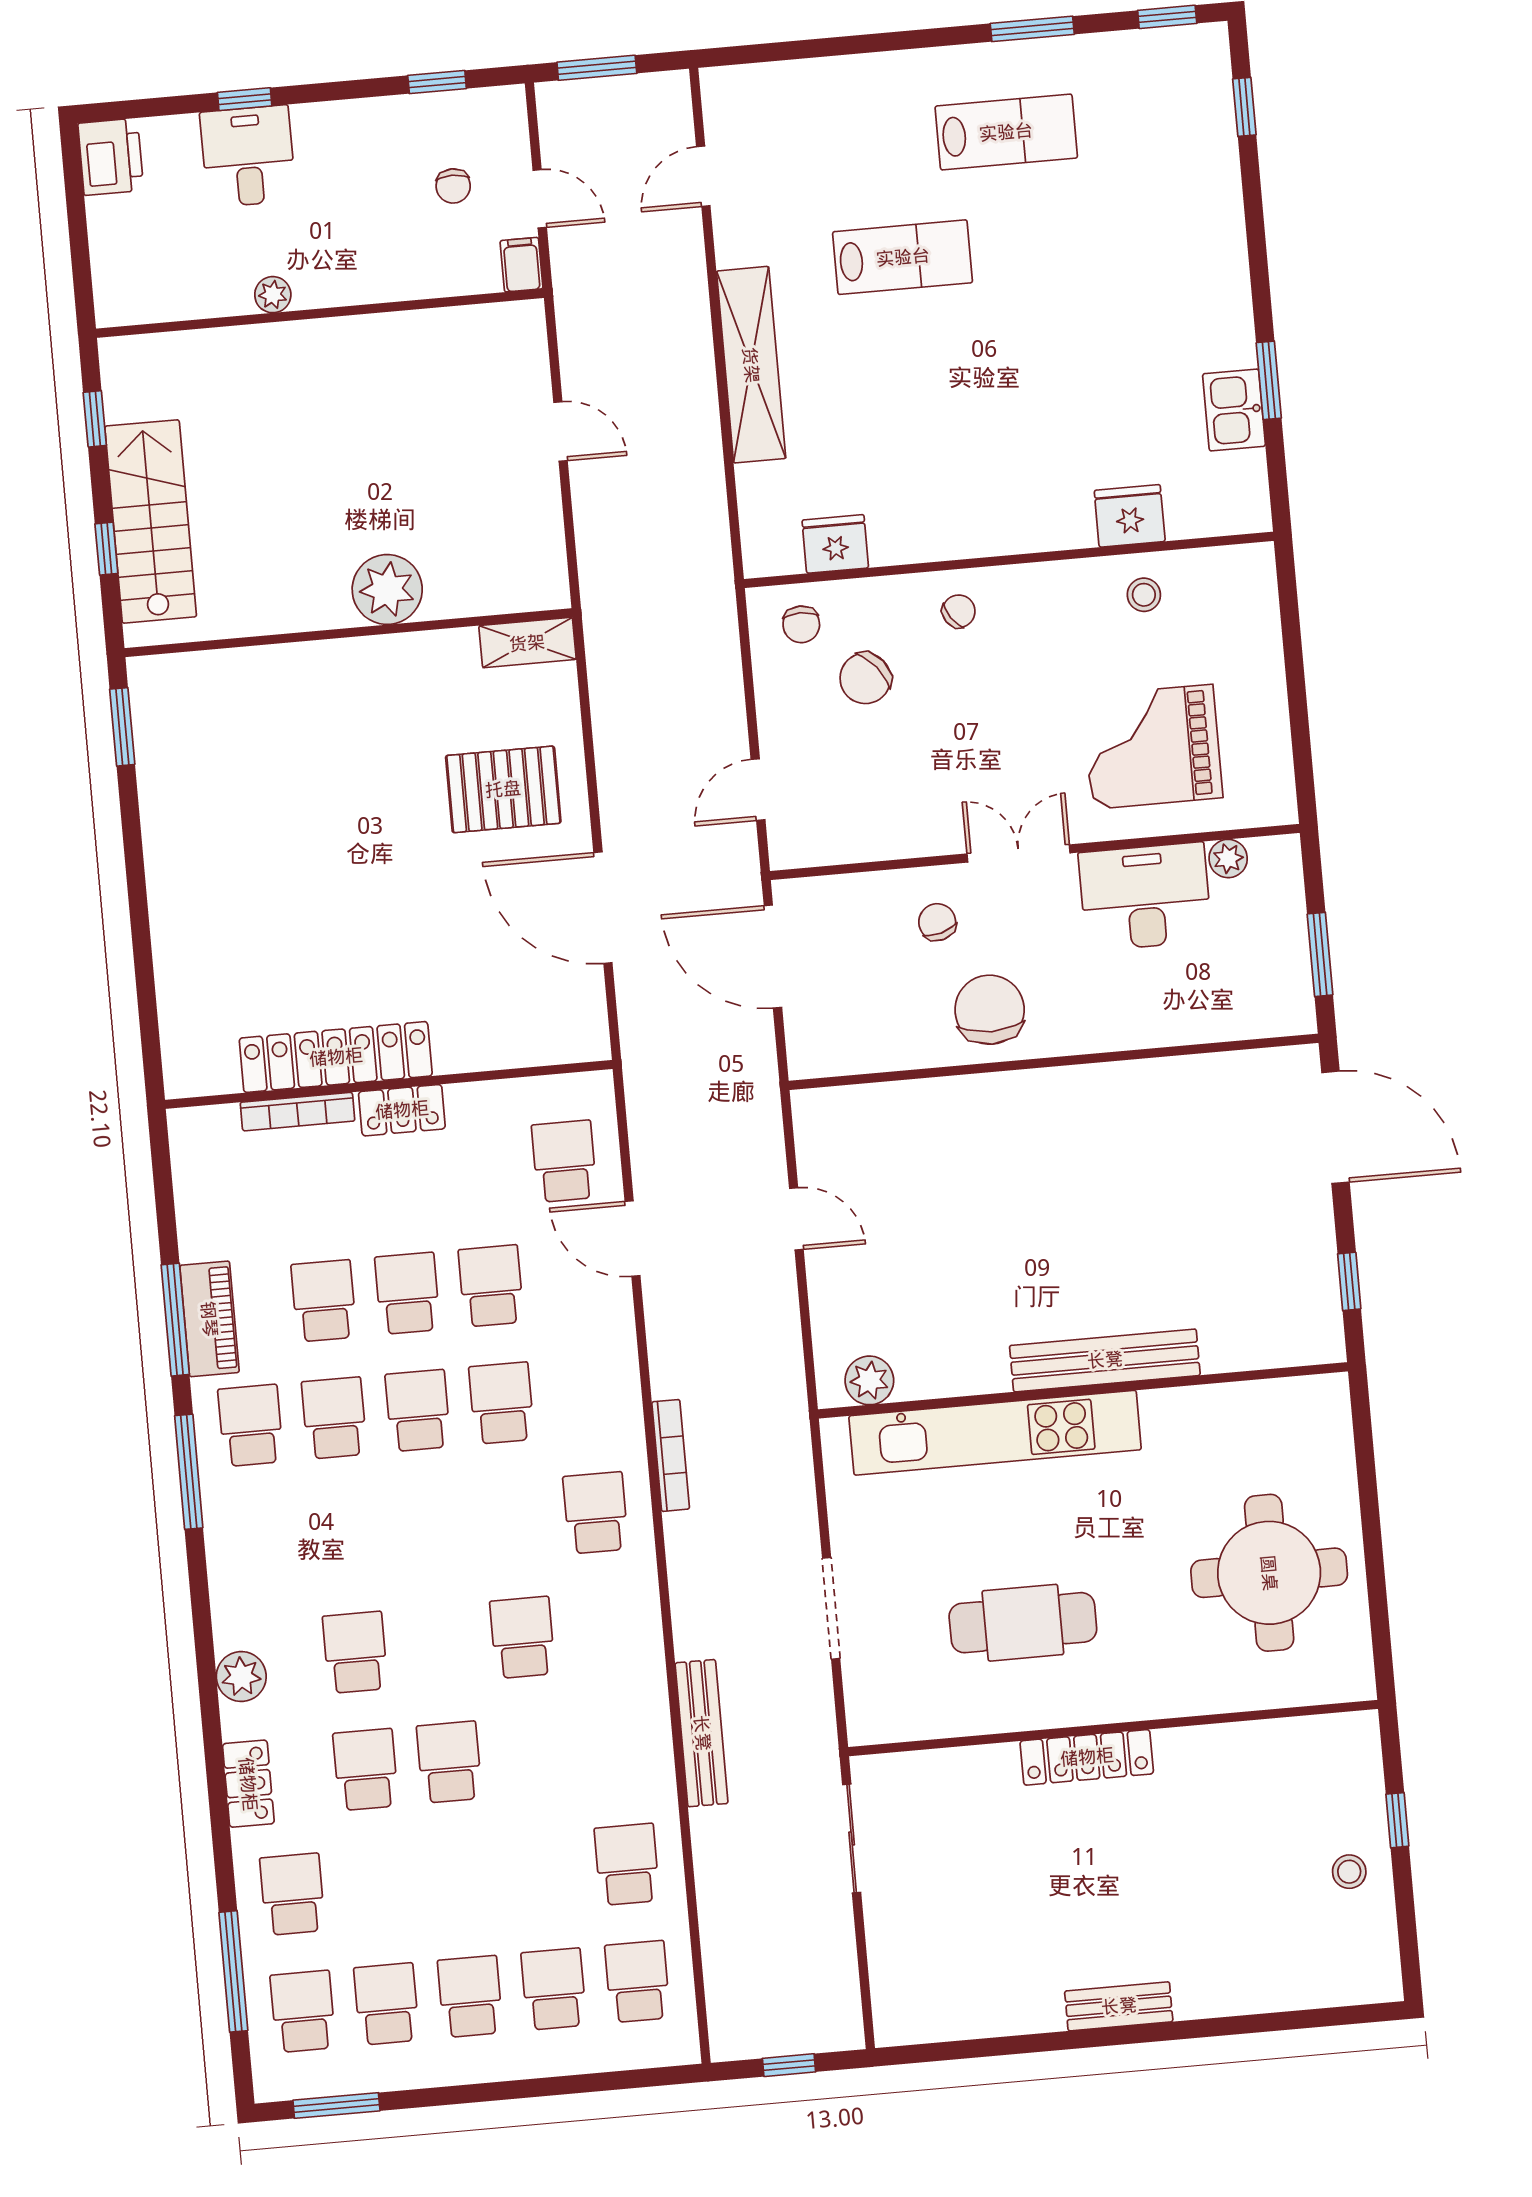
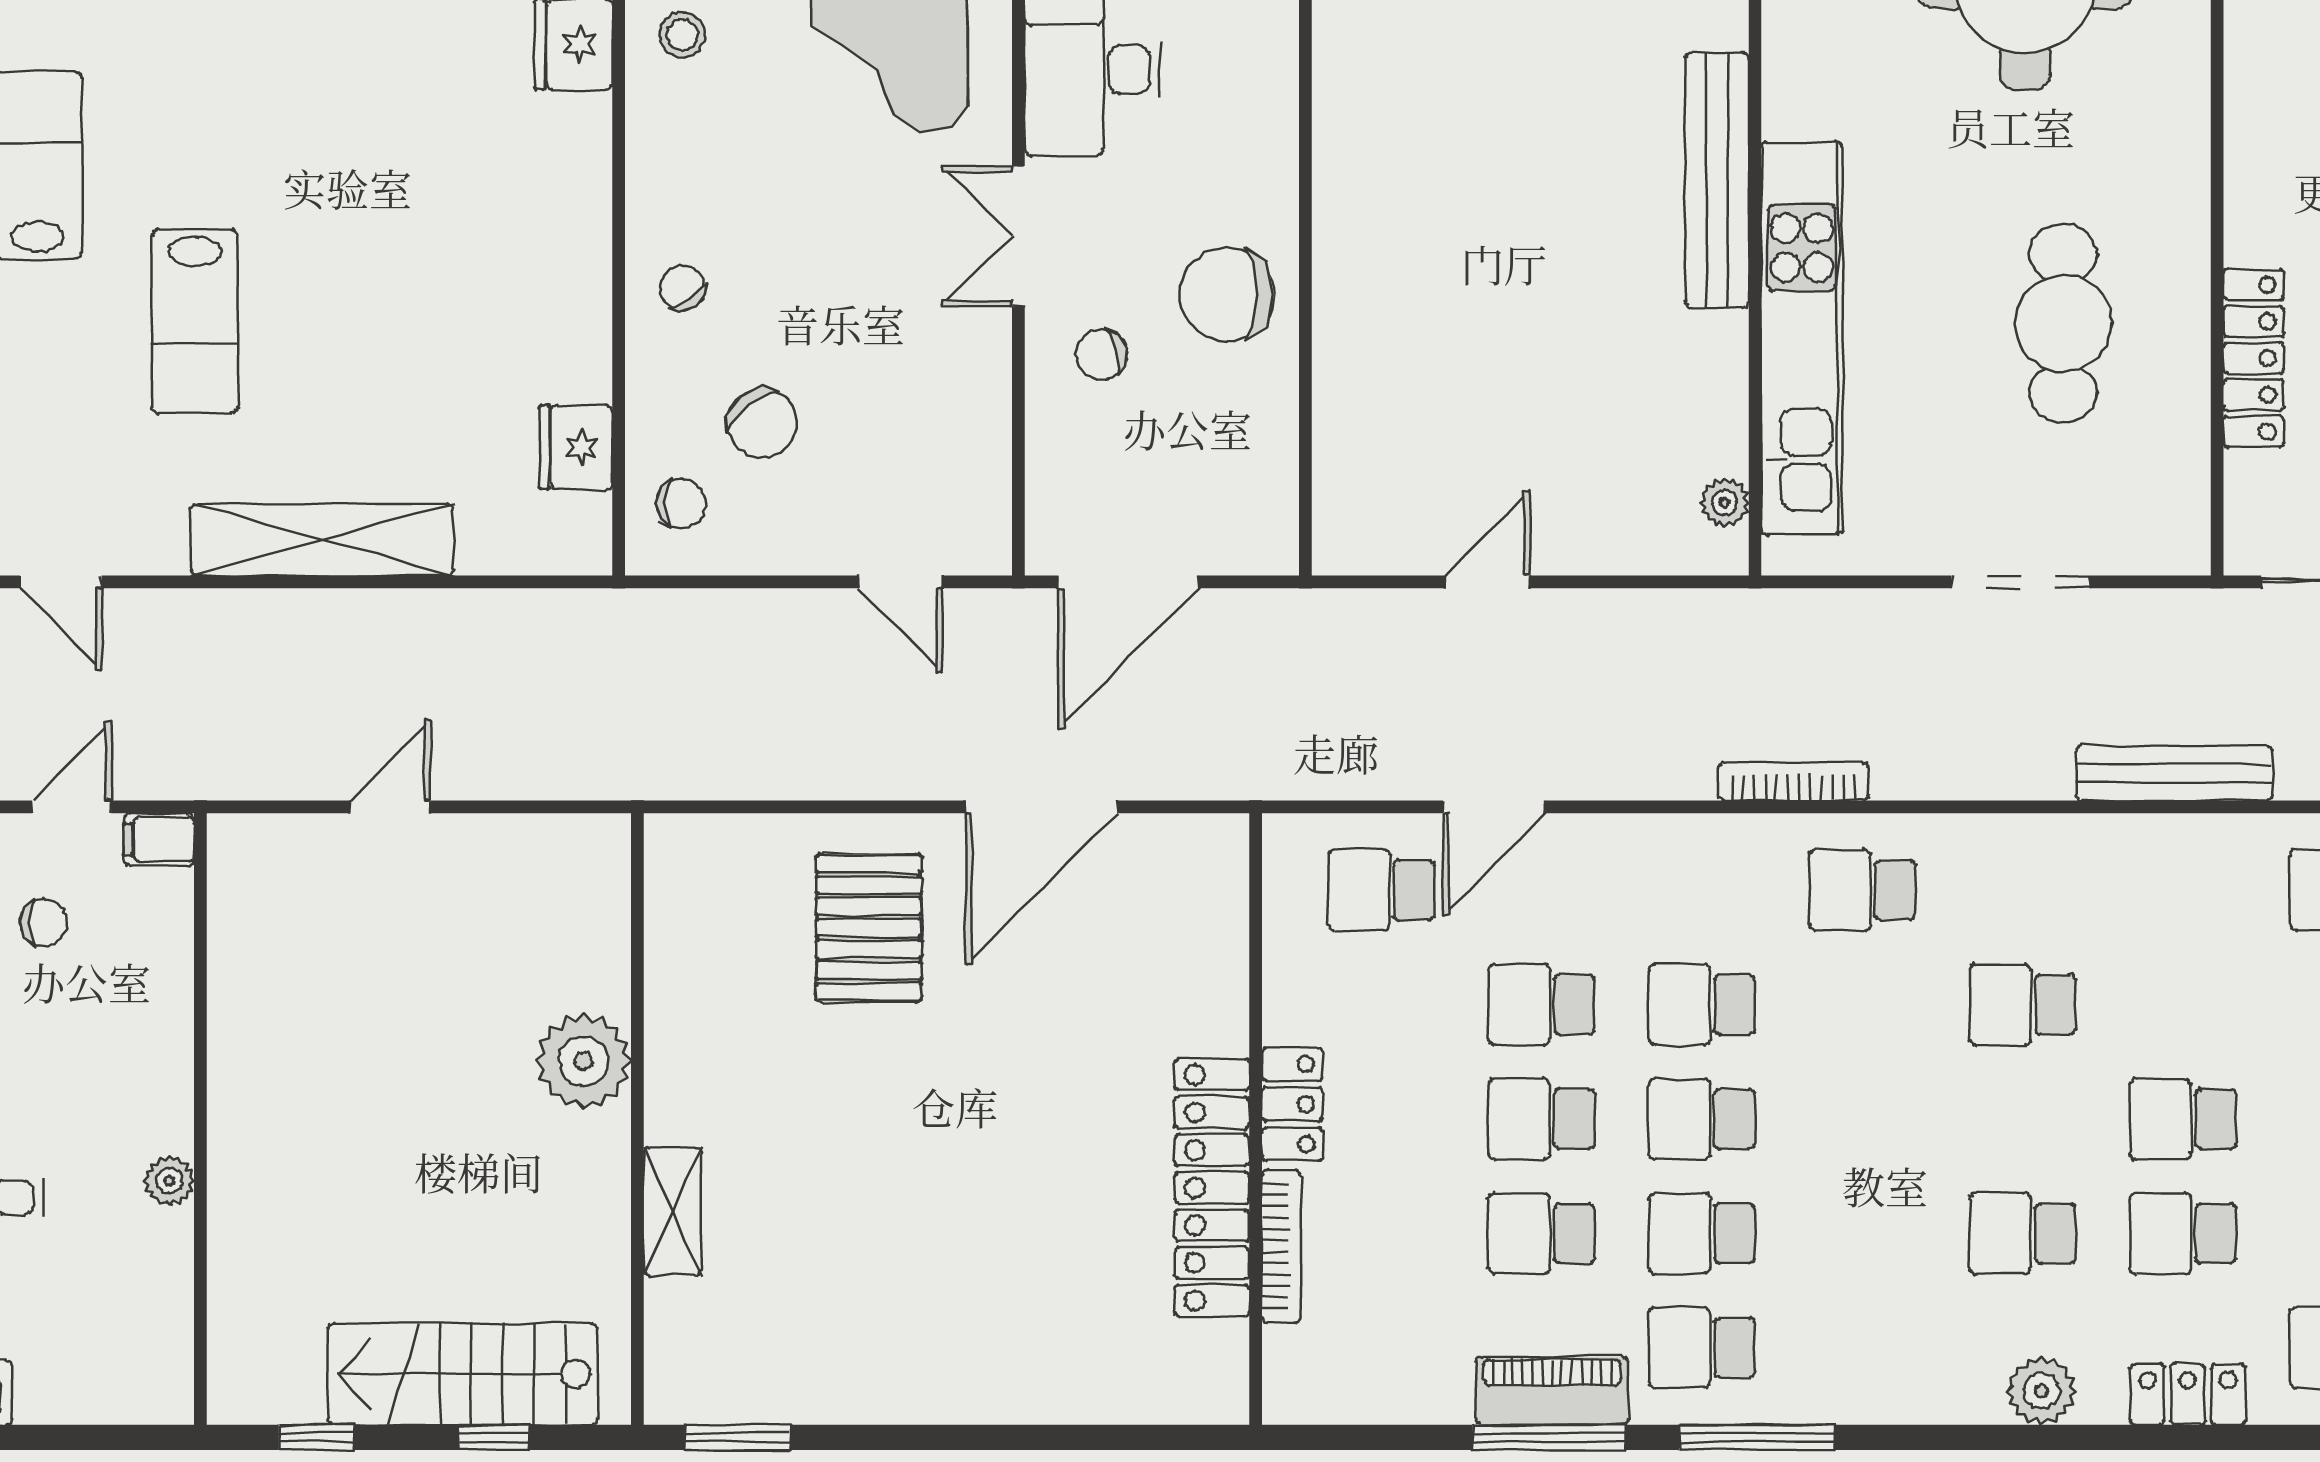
lab bench: (903, 257) -> (195, 321), turned 180
shelving: (527, 643) -> (672, 1211), moved
plant: (869, 1380) -> (1725, 502), width x0.73, depth x0.73
locker: (1087, 1757) -> (2254, 358), moved

